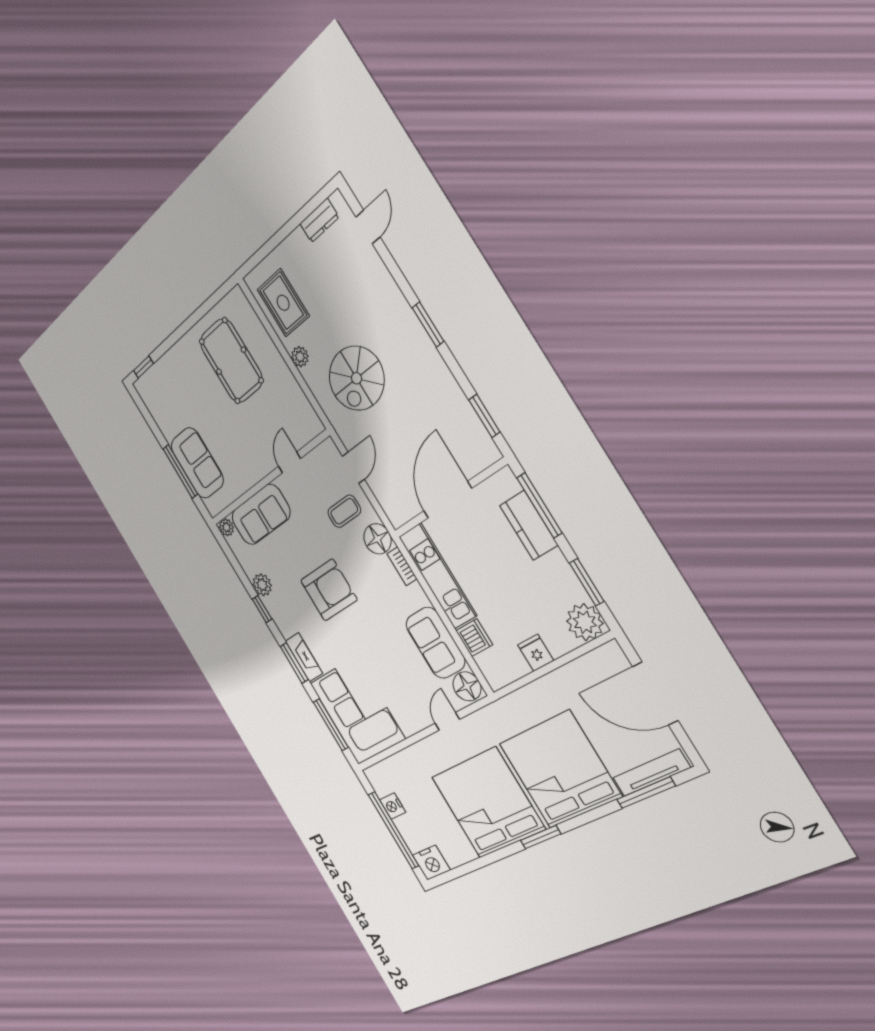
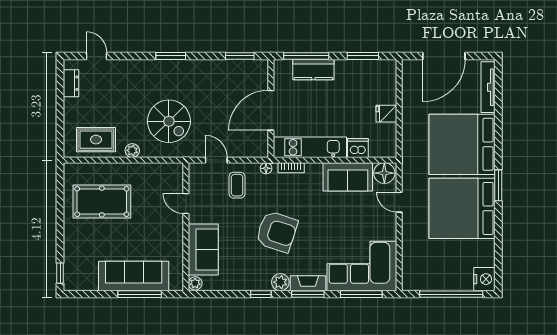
sofa: (197, 463) -> (134, 276), width x1.36
door: (448, 500) -> (271, 110), hinge flipped
floor lamp: (377, 539) -> (266, 168), width x0.53, depth x0.53
plant: (262, 585) -> (280, 282), moved
armchair: (329, 590) -> (277, 232), turned 108
plant: (585, 622) -> (384, 72), removed
window: (646, 793) -> (498, 98), removed
nightstand: (393, 806) -> (435, 283), removed

